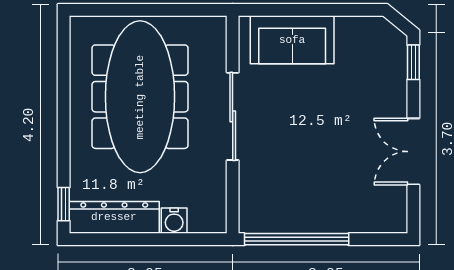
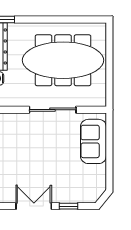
window: (413, 62) -> (68, 206), moved

